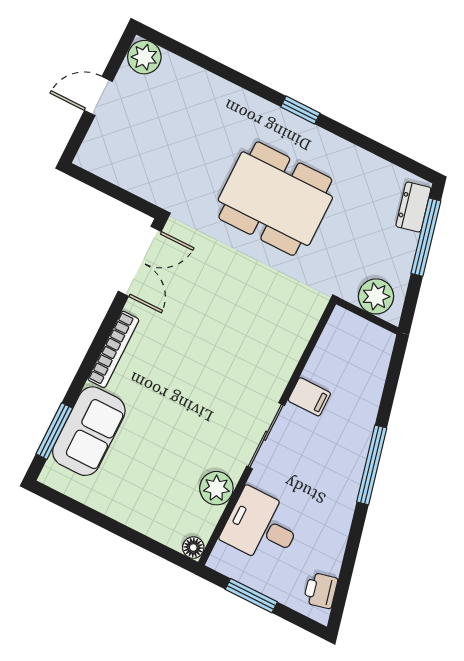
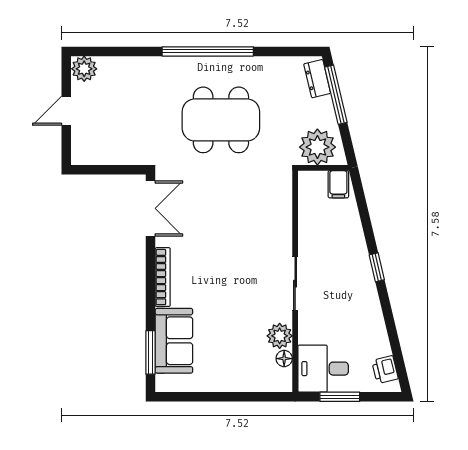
window: (300, 110) -> (208, 51), width x3.17
plant: (376, 296) -> (317, 147), width x1.36, depth x1.36
filing cabinet: (309, 397) -> (338, 184), moved, turned 90
window: (372, 465) -> (377, 267), width x0.46
desk: (262, 526) -> (323, 369), moved
floor lamp: (193, 548) -> (284, 359), moved

